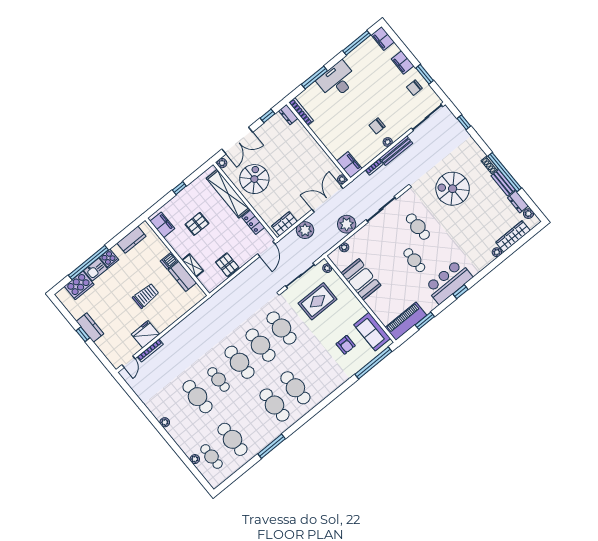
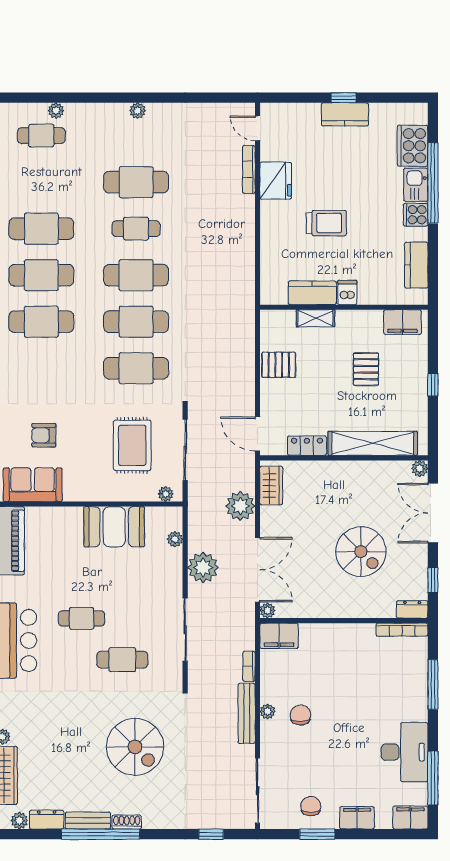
desk: (337, 80) -> (404, 752), moved
spiral stairs: (254, 179) -> (361, 552), moved
spiral stairs: (453, 189) -> (135, 747), turned 90
trolley: (146, 296) -> (326, 223), turned -90
cafe table: (232, 439) -> (41, 229), moved

